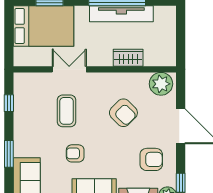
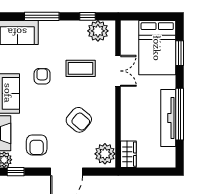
wardrobe: (128, 58) -> (128, 154), moved
plant: (25, 92) -> (98, 31), added
armchair: (123, 113) -> (79, 120), turned -95
window: (9, 154) -> (42, 16), width x1.44

